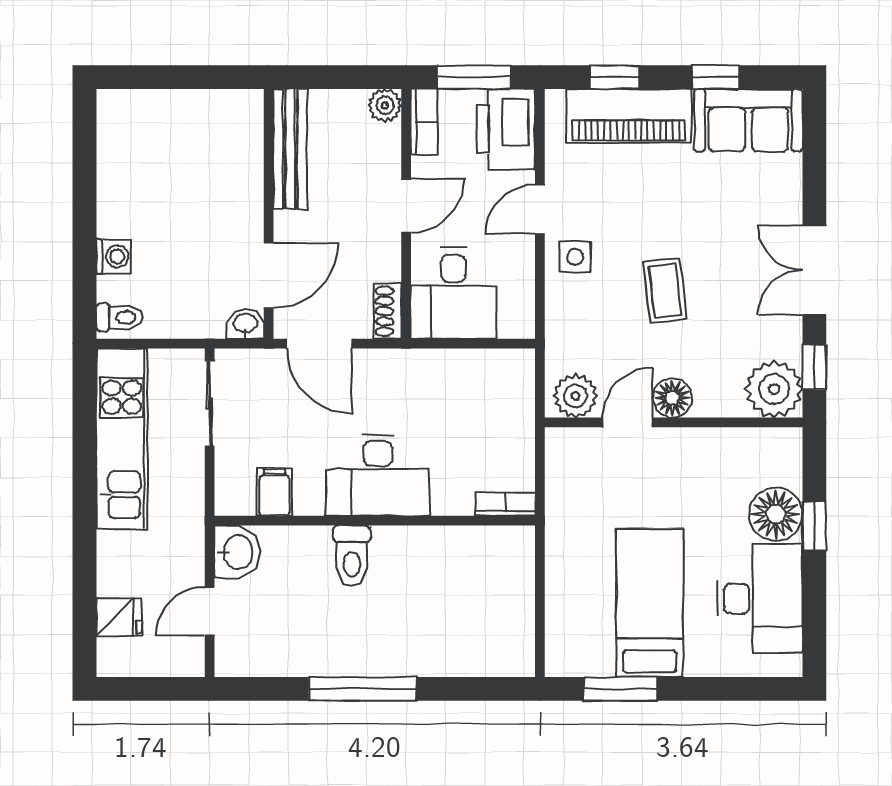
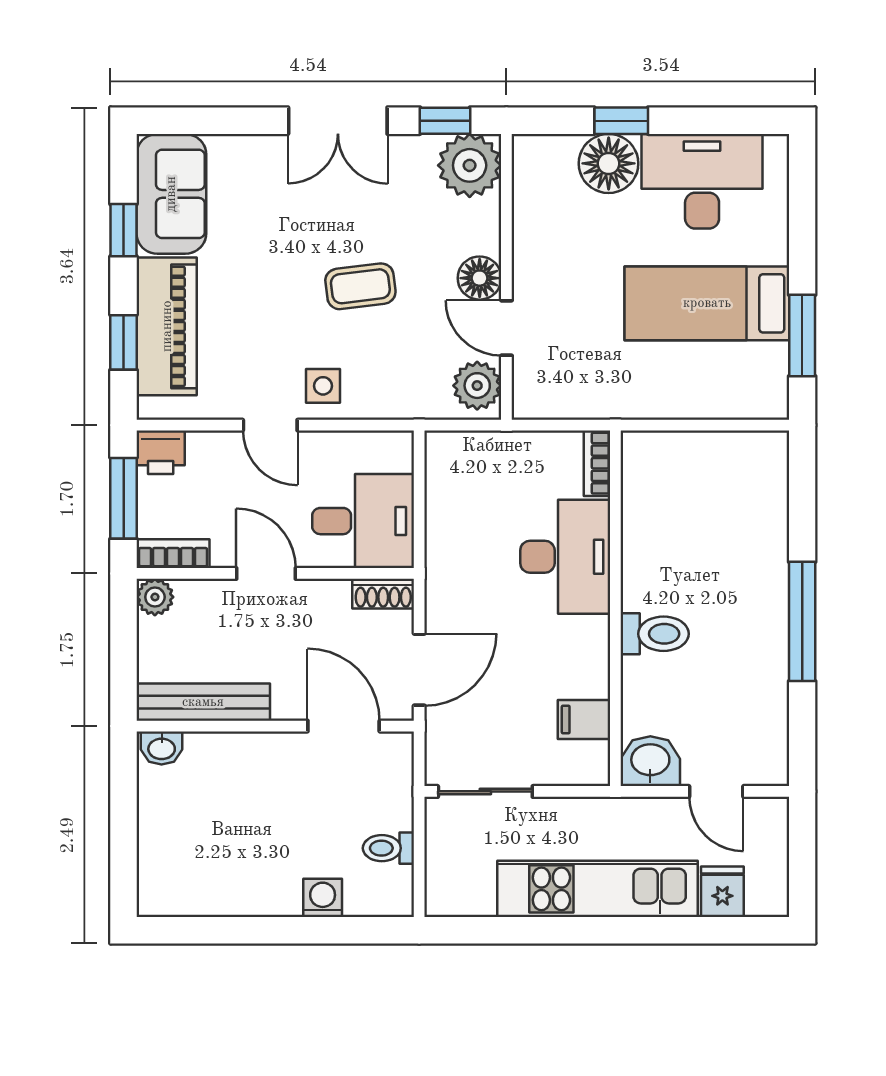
printer: (506, 129) -> (161, 452), width x0.53, depth x0.68
toilet: (119, 317) -> (388, 848), moved, turned -90
washbasin: (245, 324) -> (162, 748), moved, turned -90
kitchen unit: (122, 439) -> (598, 889), moved
desk: (378, 475) -> (565, 557), moved

